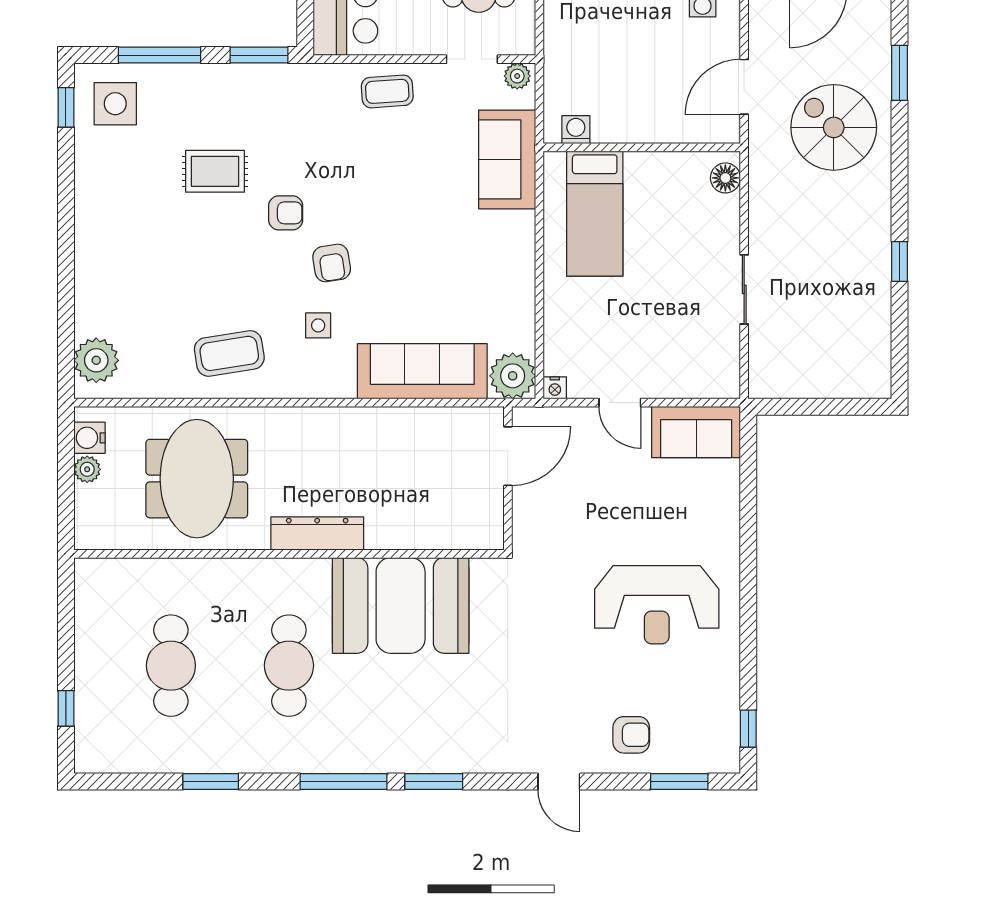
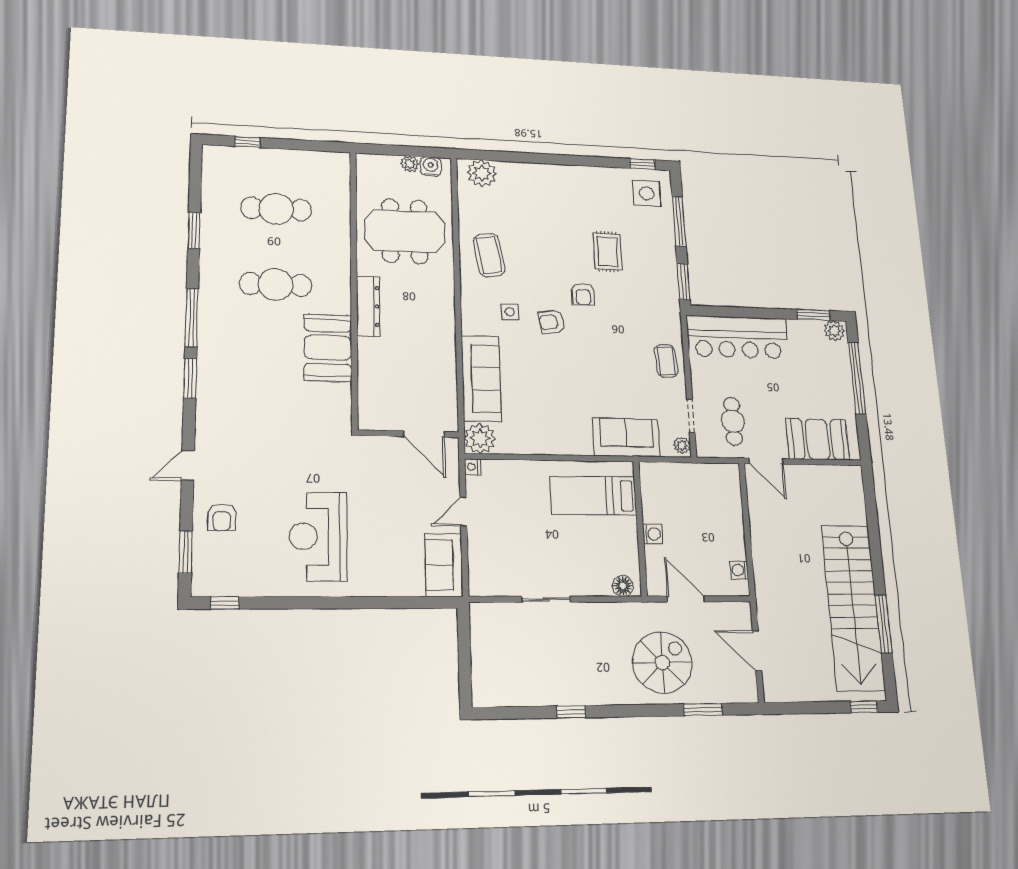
washing machine: (576, 130) -> (652, 534), moved
booth: (401, 605) -> (328, 348), width x0.73, depth x0.70

